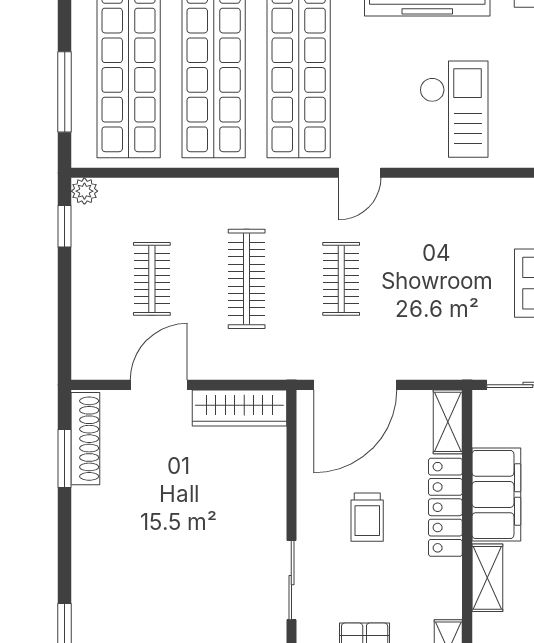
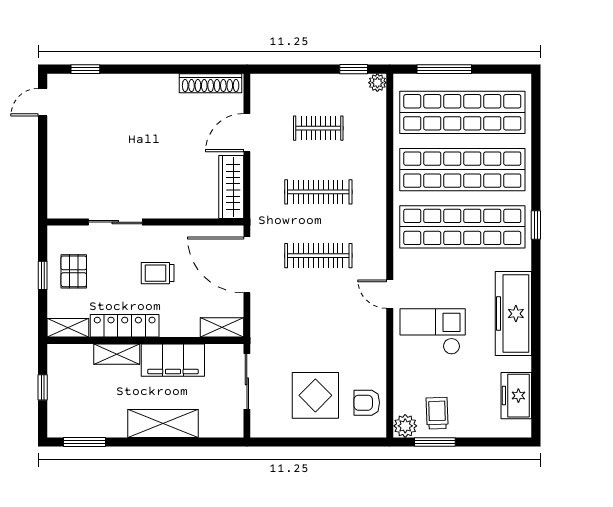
checkout: (454, 109) -> (433, 332), turned 180
door: (360, 173) -> (390, 294), moved
clothes rail: (341, 279) -> (318, 256), width x1.36
door: (159, 385) -> (247, 133), swing flipped
window: (65, 458) -> (197, 69), removed
locker: (445, 507) -> (125, 326), moved

